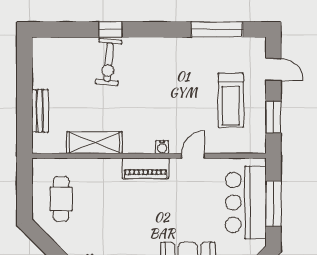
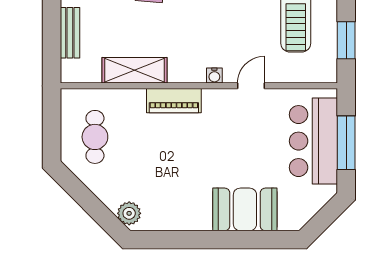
piano: (145, 168) -> (174, 101), moved

